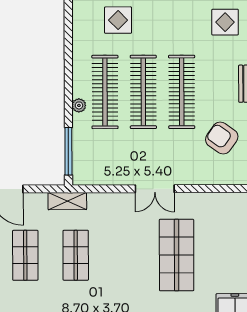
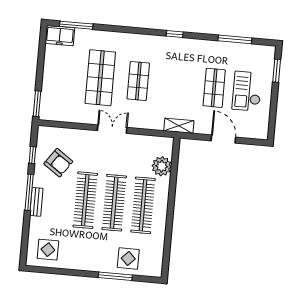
plant: (79, 105) -> (162, 166), moved, width x1.88, depth x1.88
window: (68, 151) -> (175, 163), removed
shop shelf: (76, 255) -> (138, 81), moved

